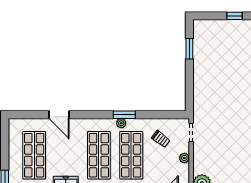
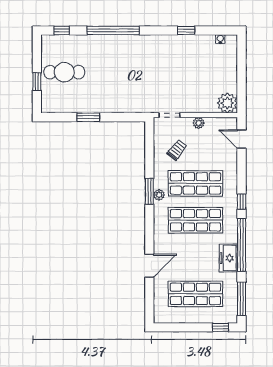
window: (234, 16) -> (37, 82), moved
cafe table: (229, 40) -> (64, 72), added
window: (189, 49) -> (88, 117), moved

